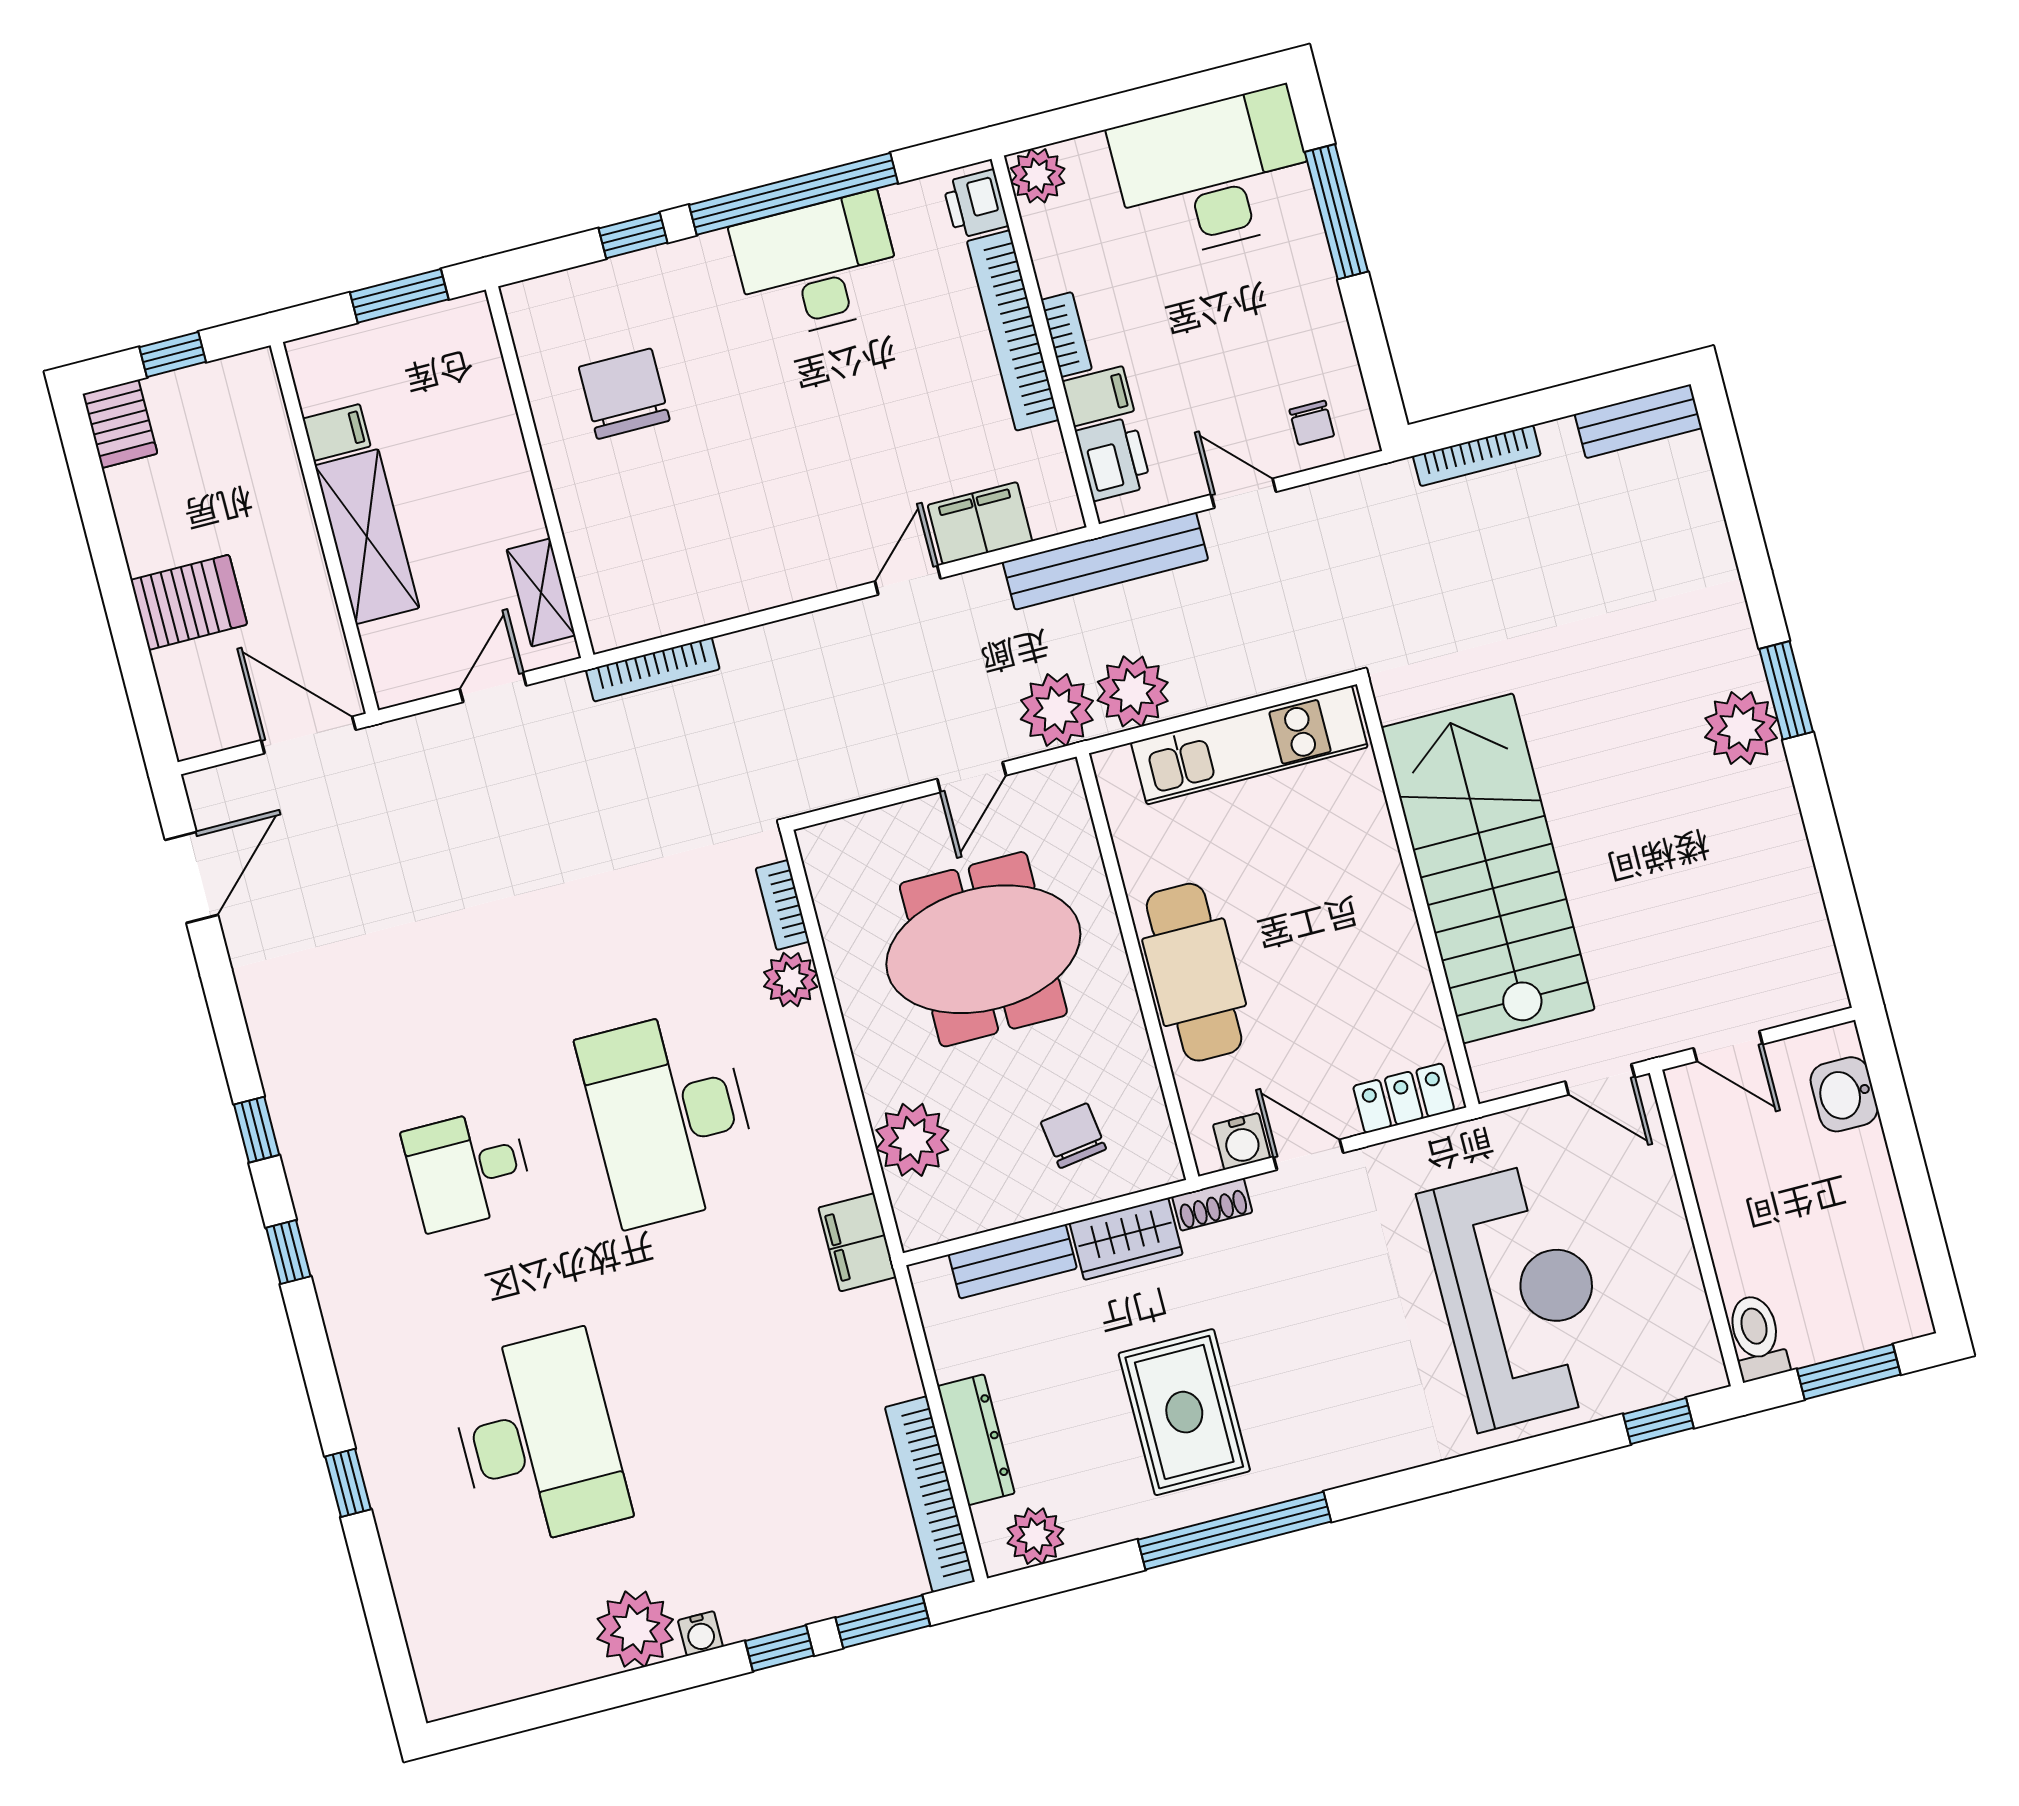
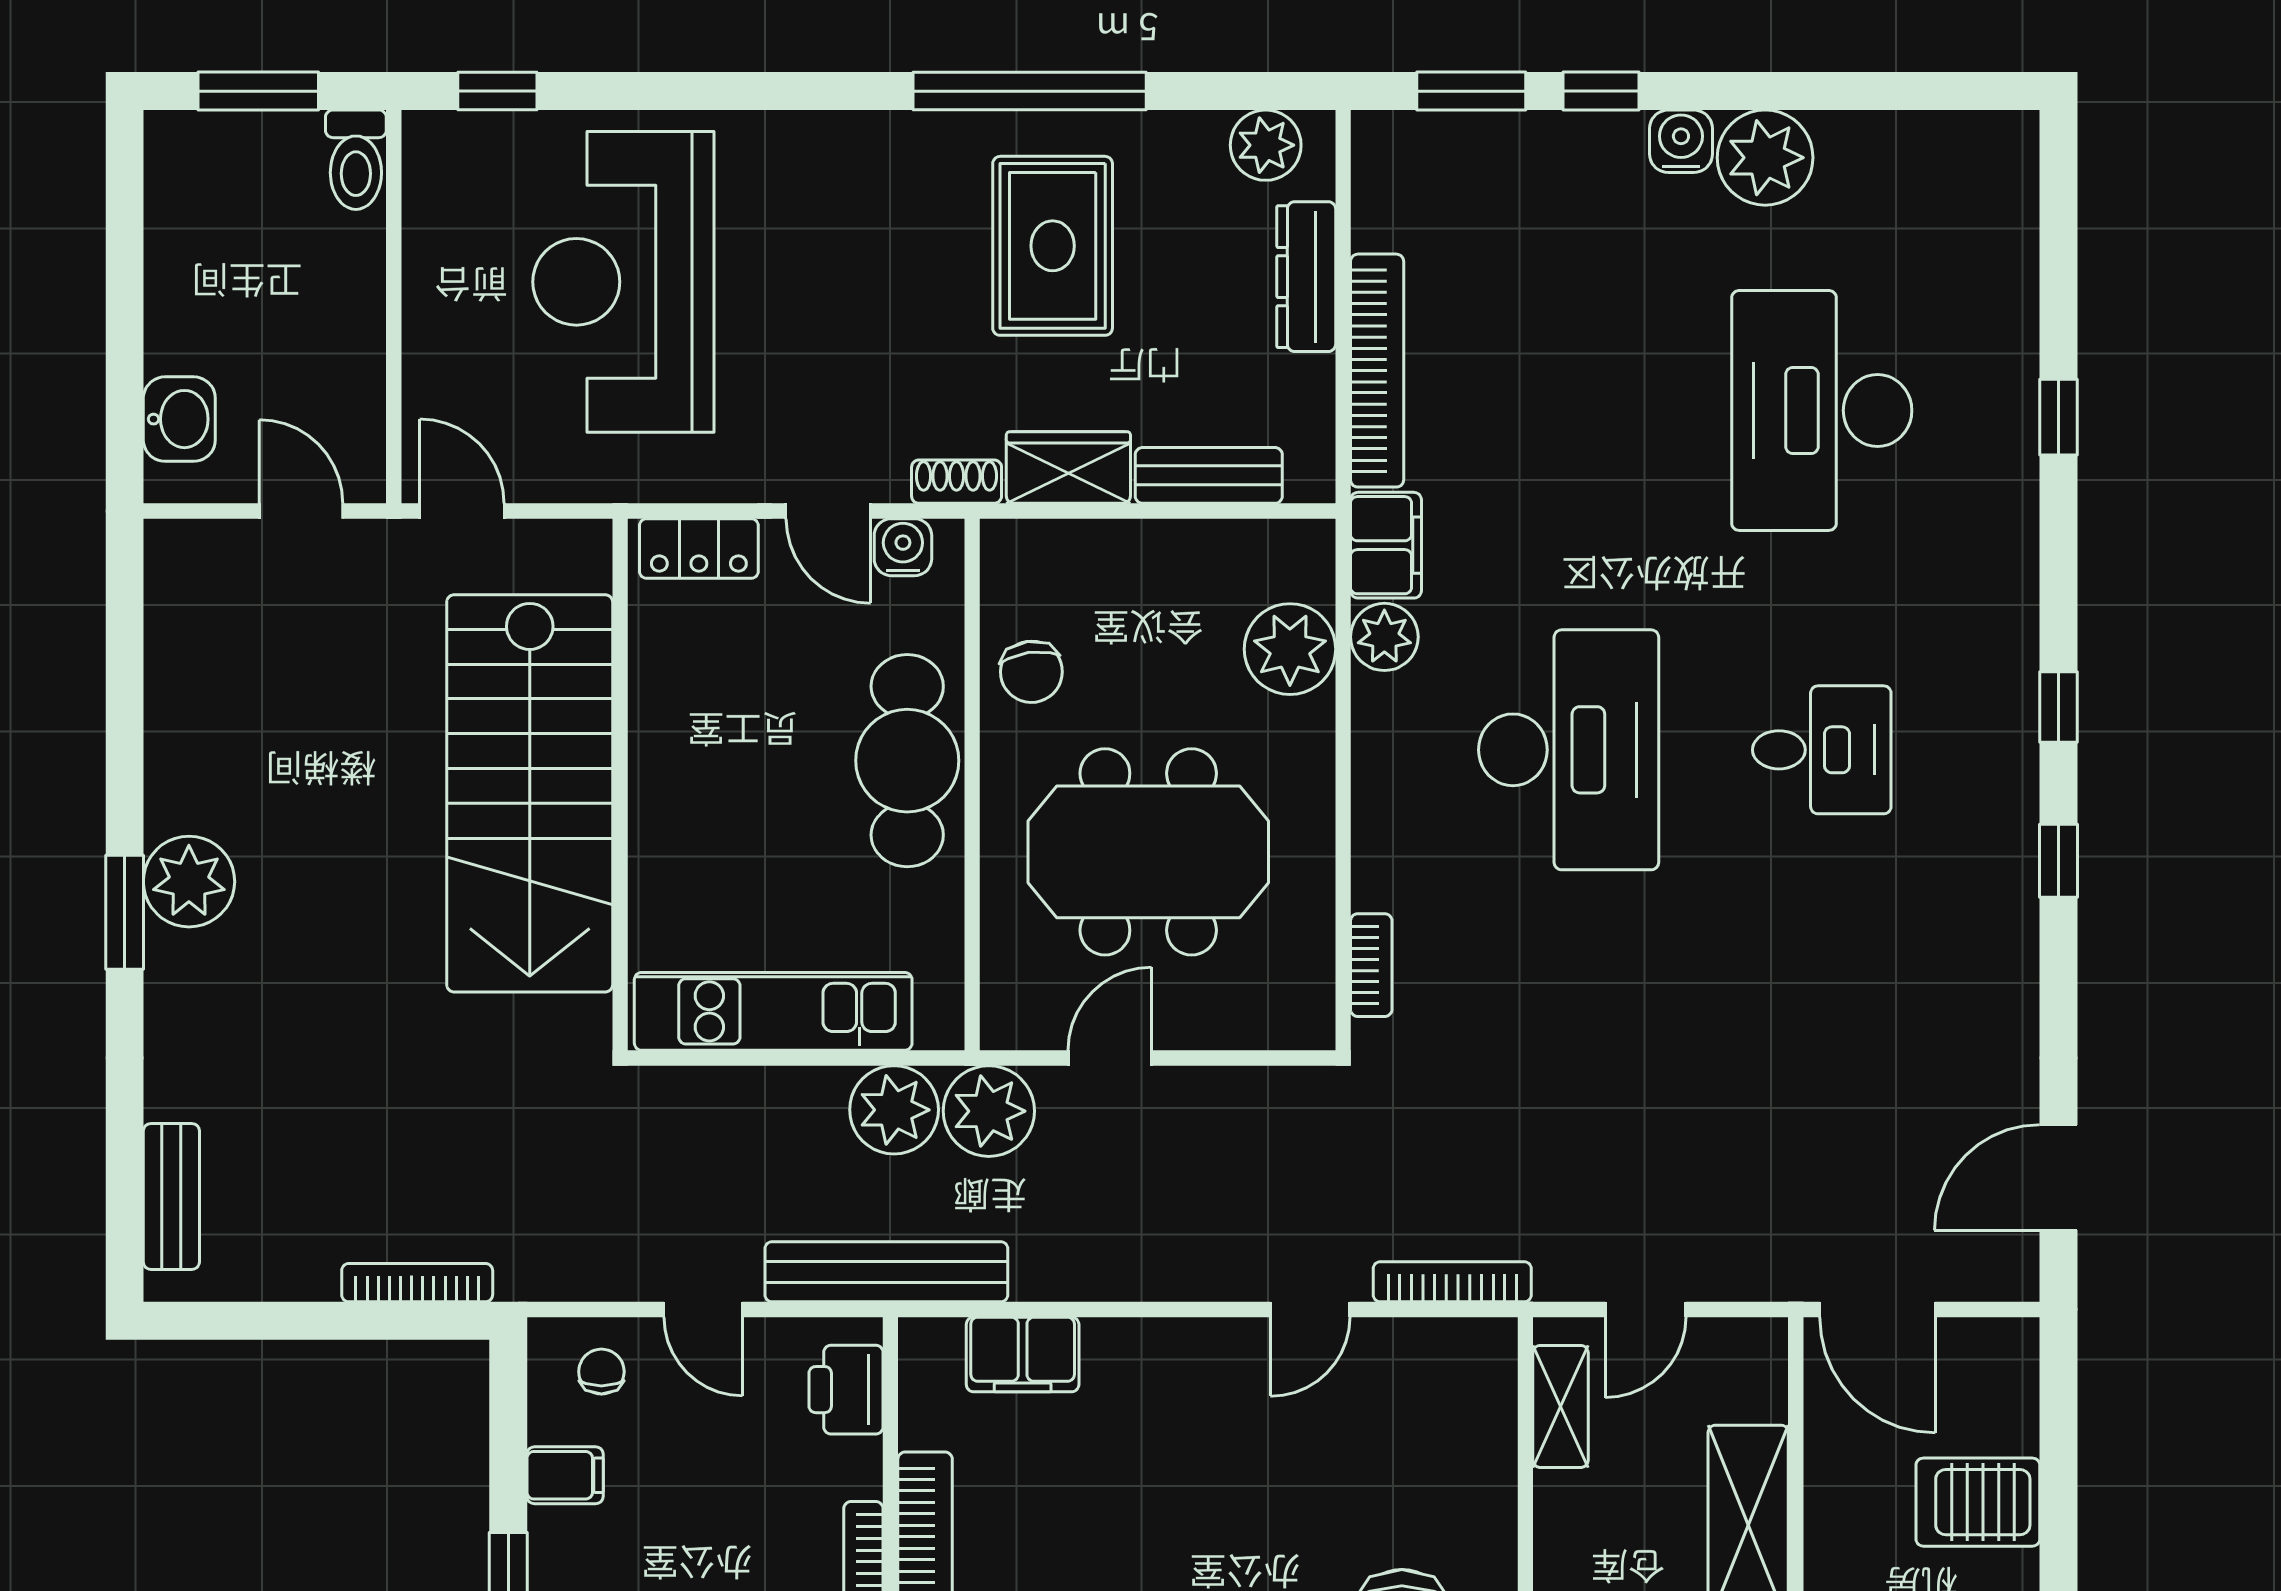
filing cabinet: (1098, 396) -> (565, 1475), moved, turned 180
bench: (1638, 421) -> (171, 1196), moved, turned 90
door: (908, 580) -> (1310, 1309), moved
plant: (791, 980) -> (1384, 637), moved
chair: (1073, 1136) -> (1031, 672), moved
bookcase: (930, 1494) -> (1377, 371), moved
water cooler: (700, 1633) -> (1681, 141), width x1.38, depth x1.38

